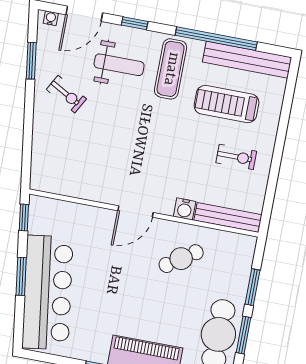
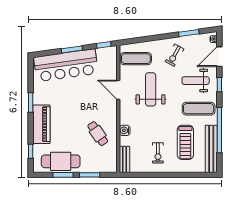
door: (84, 14) -> (219, 57), hinge flipped
weight bench: (119, 65) -> (196, 81), turned 90
treadmill: (227, 104) -> (185, 142), turned 180
weight bench: (120, 149) -> (151, 89), added
exercise mat: (59, 165) -> (136, 59), added
door: (136, 212) -> (118, 90), moved
bench: (228, 218) -> (125, 159), width x0.73

